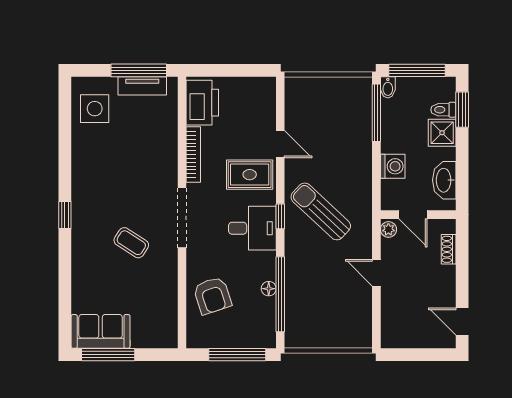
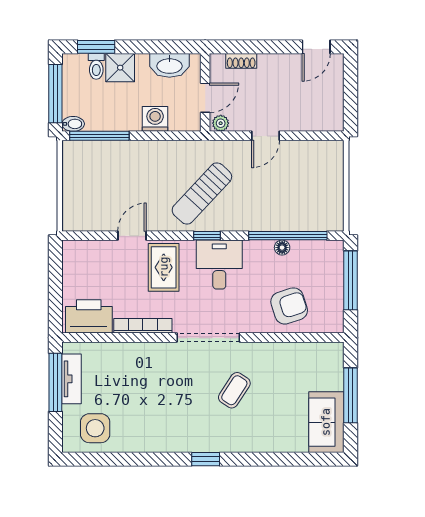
window: (108, 355) -> (350, 395), moved

